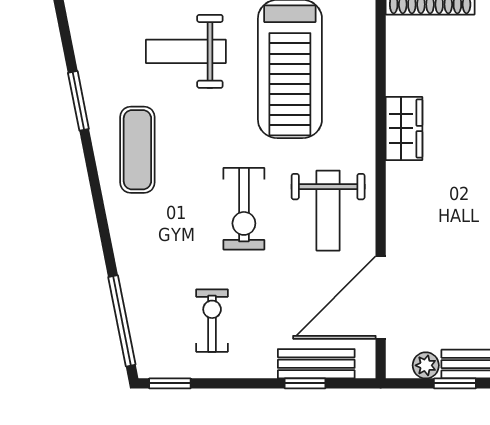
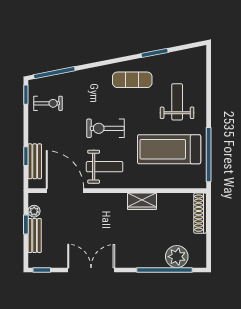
weight bench: (328, 211) -> (105, 167), turned 180
exercise bike: (212, 321) -> (48, 103), moved

